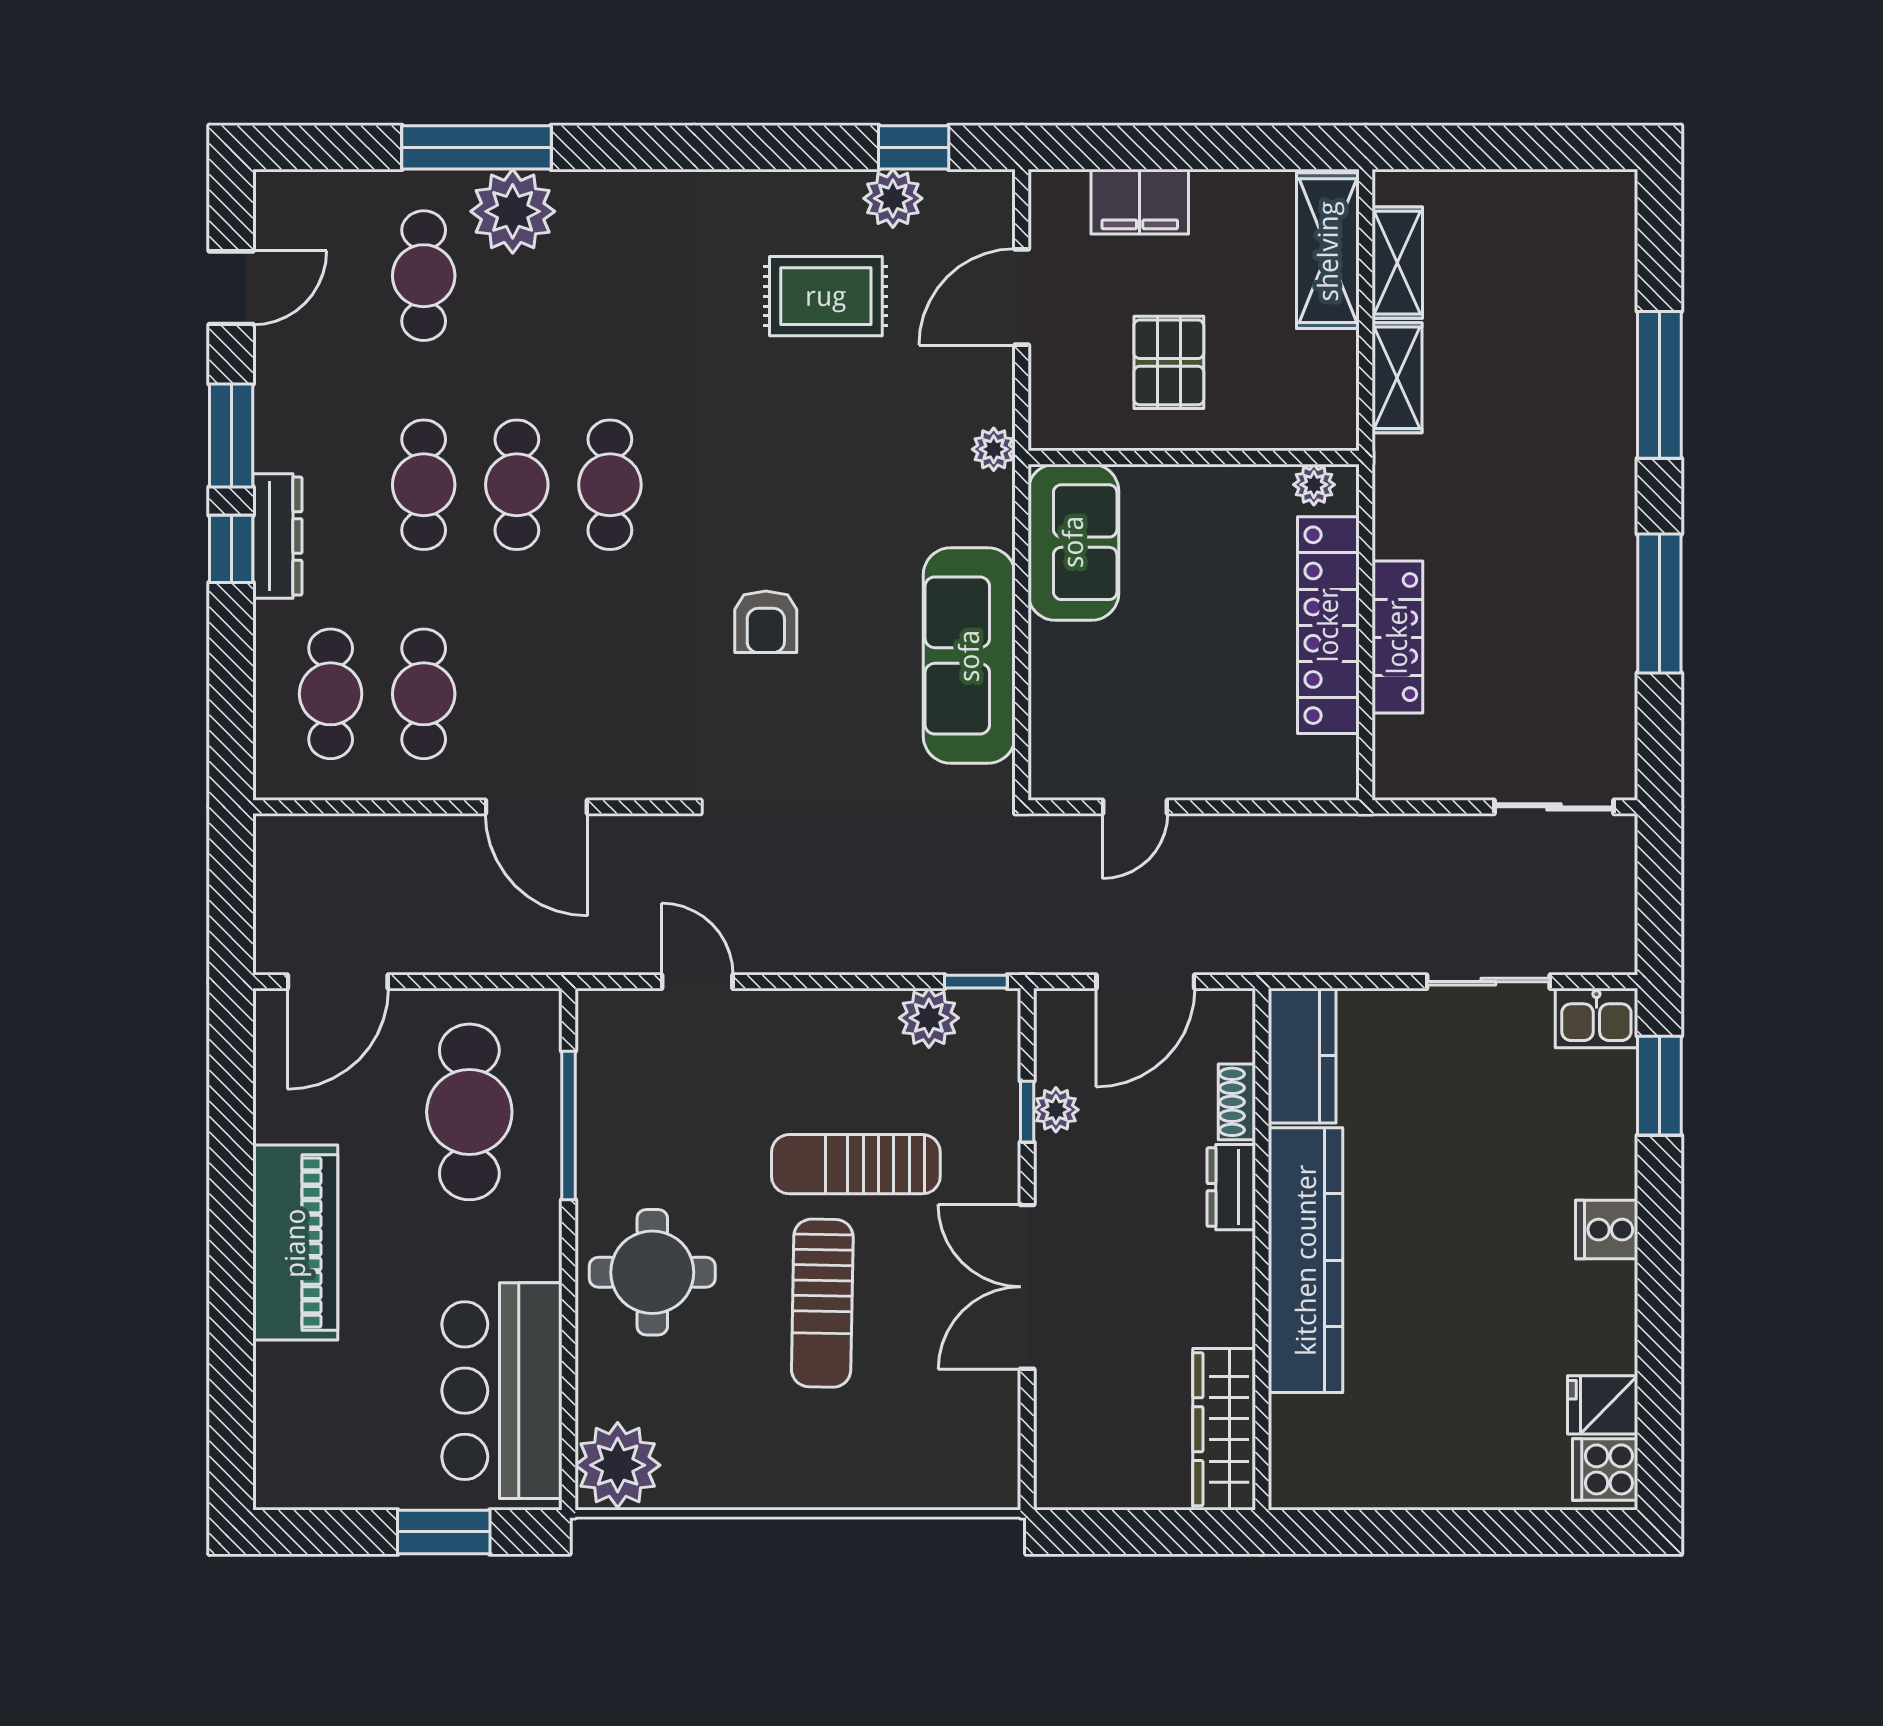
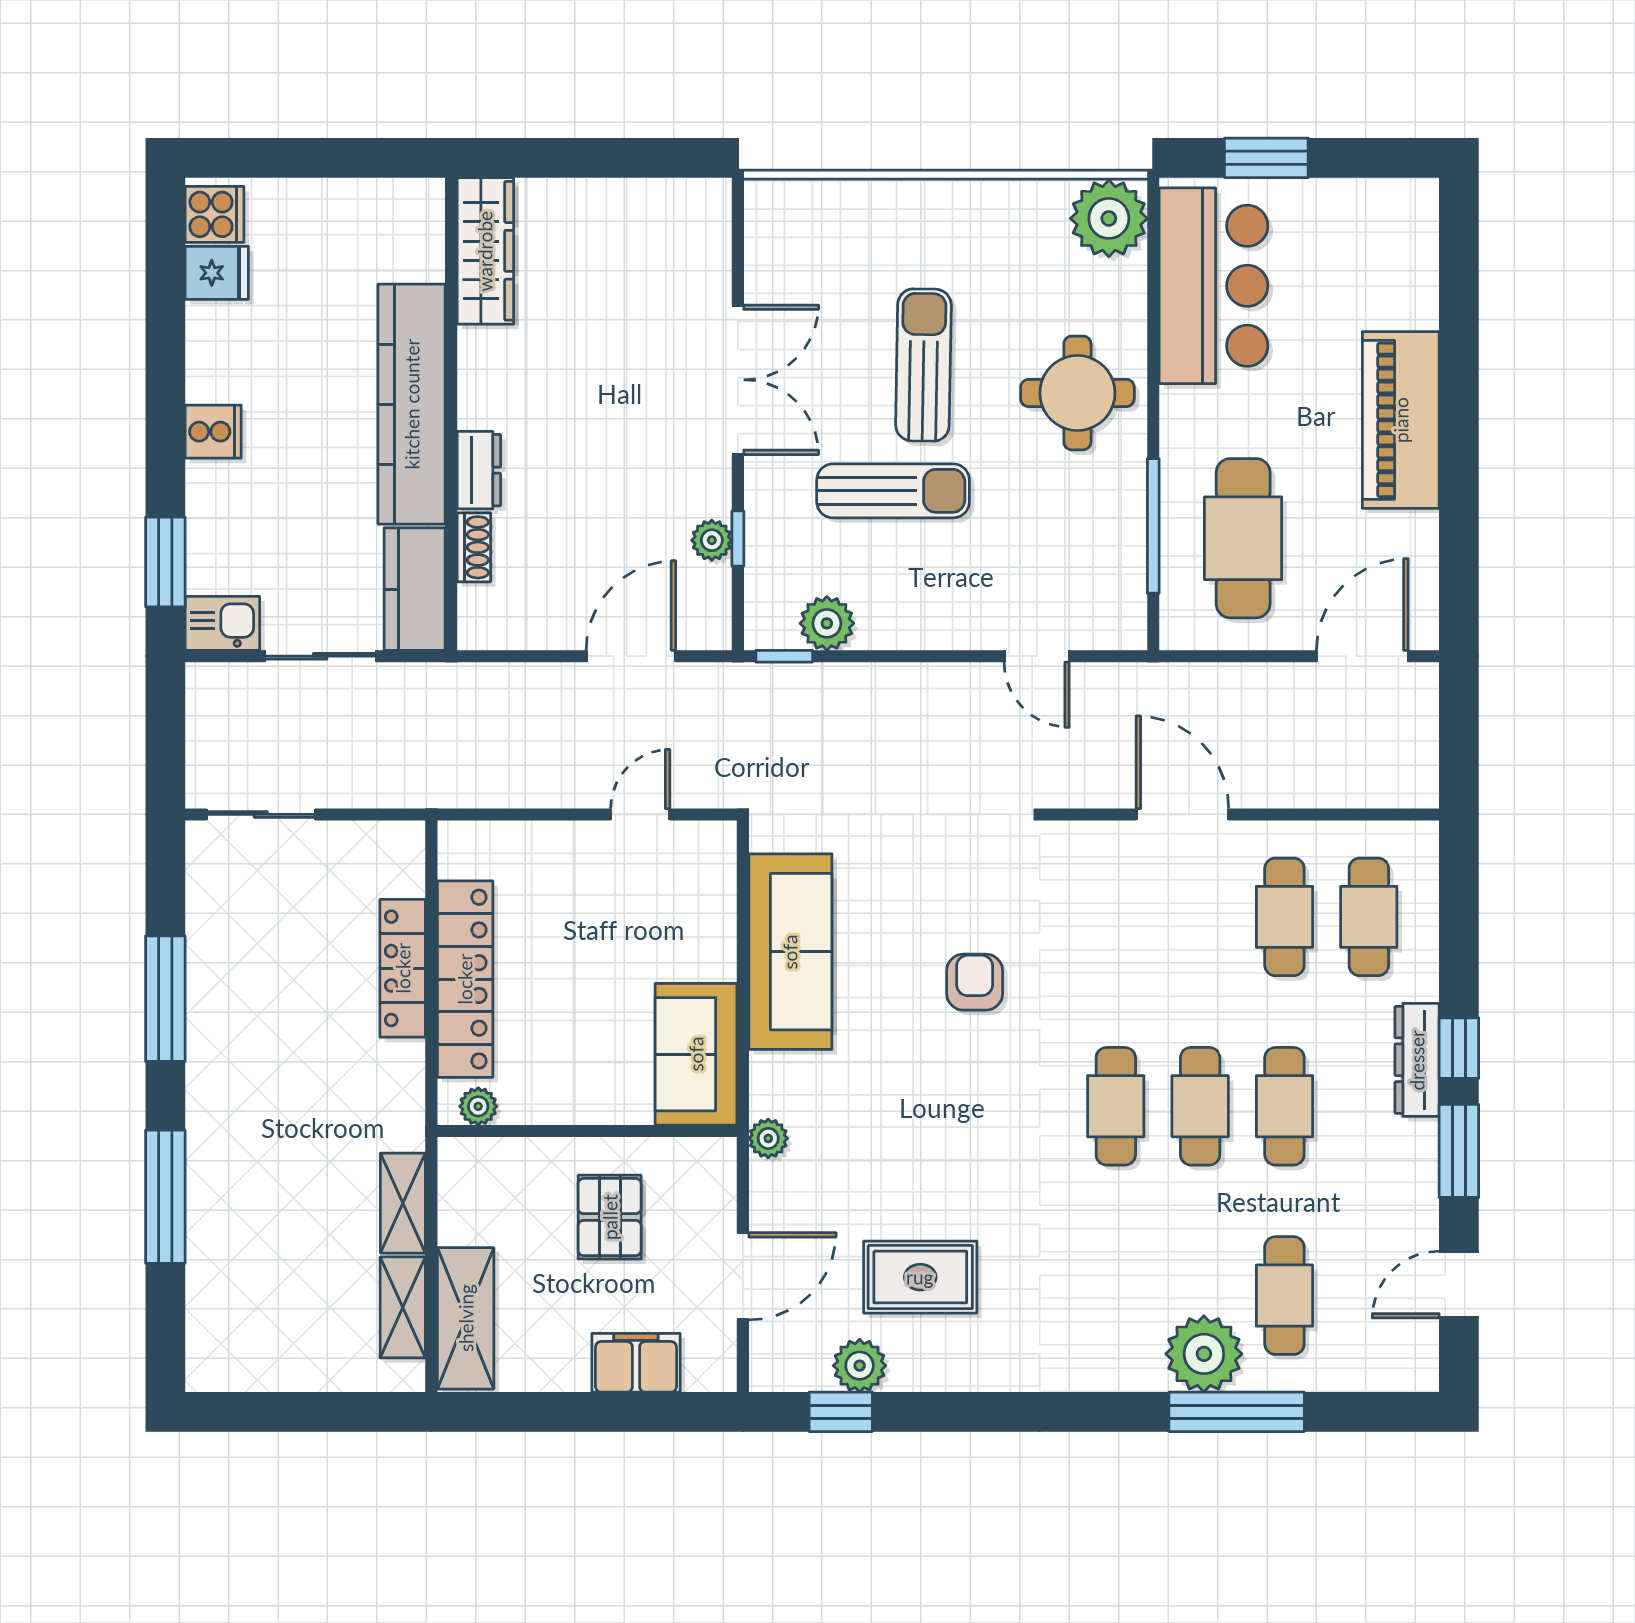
kitchen counter: (1302, 1056) -> (415, 589), moved
shoe rack: (1237, 1102) -> (474, 547), moved
dresser: (1231, 1187) -> (479, 470), moved
wall: (1262, 1249) -> (451, 414), moved
kitchen counter: (1306, 1260) -> (412, 404), moved
wardrobe: (1224, 1429) -> (485, 251), moved

